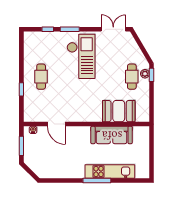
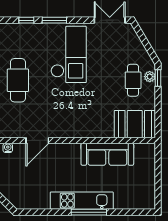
cafe table: (41, 77) -> (18, 80), width x1.37, depth x1.35
booth: (119, 111) -> (135, 124), moved
door: (56, 124) -> (37, 140), hinge flipped
kitchen unit: (110, 172) -> (82, 201), moved

